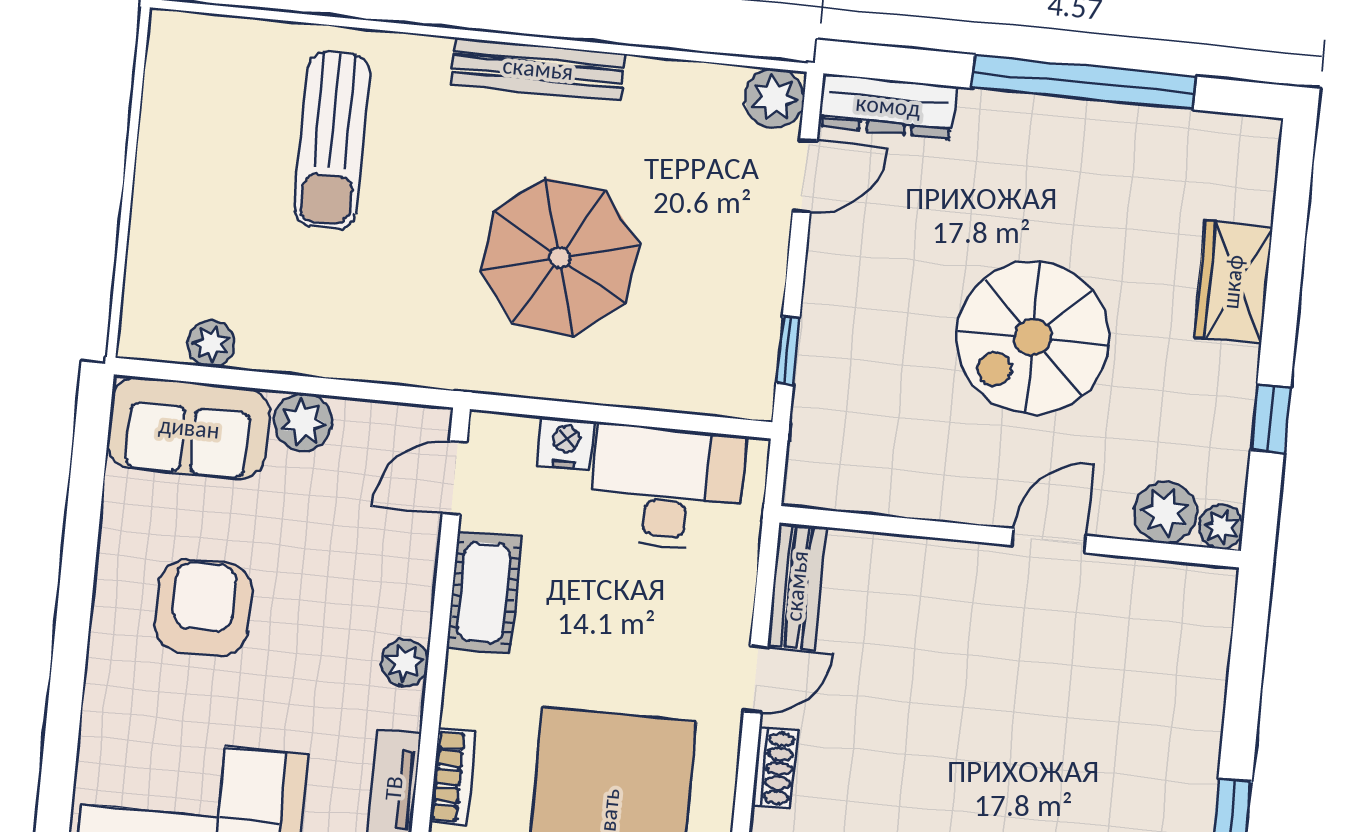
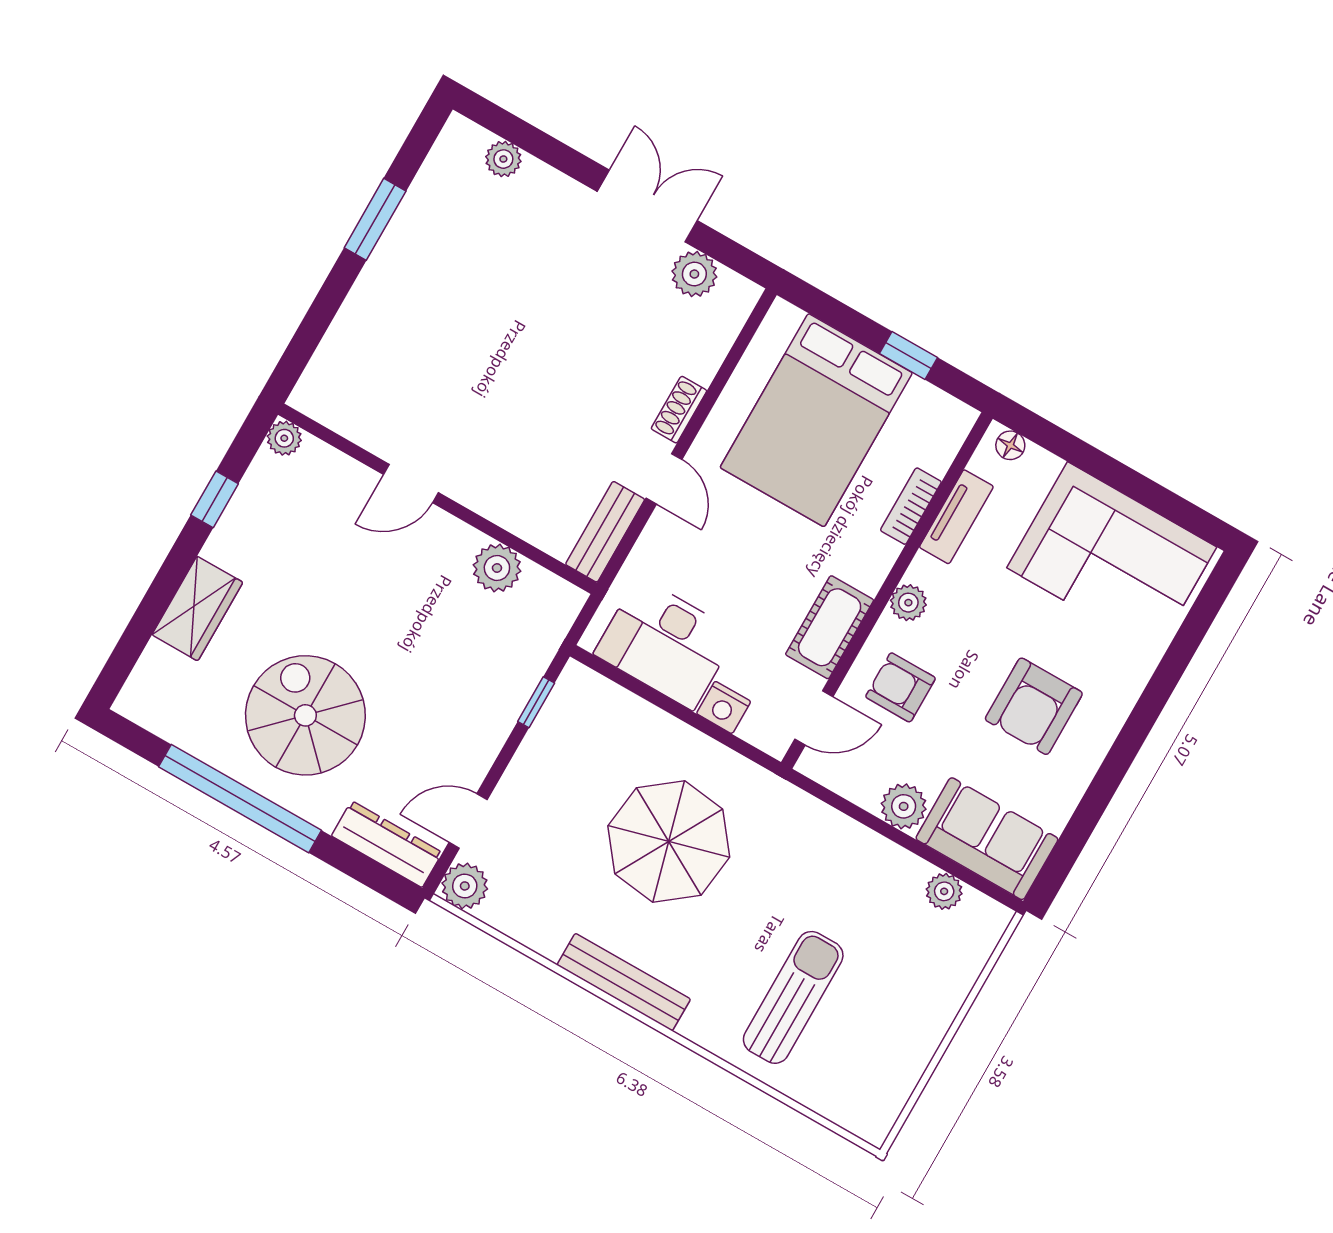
spiral stairs: (1033, 337) -> (305, 715), moved, turned -90
plant: (1165, 513) -> (497, 568), moved
armchair: (369, 559) -> (900, 687), added
door: (756, 679) -> (664, 479), swing flipped

